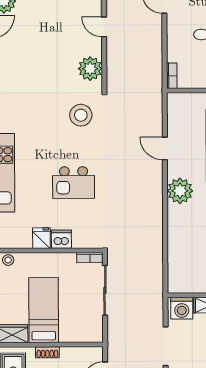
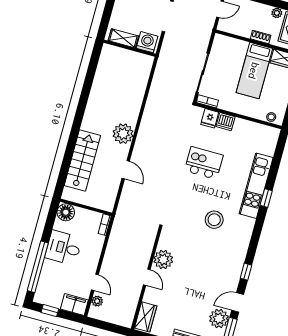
plant: (90, 69) -> (163, 260), moved
stool: (81, 115) -> (214, 220), moved
fridge: (41, 238) -> (210, 118), moved

